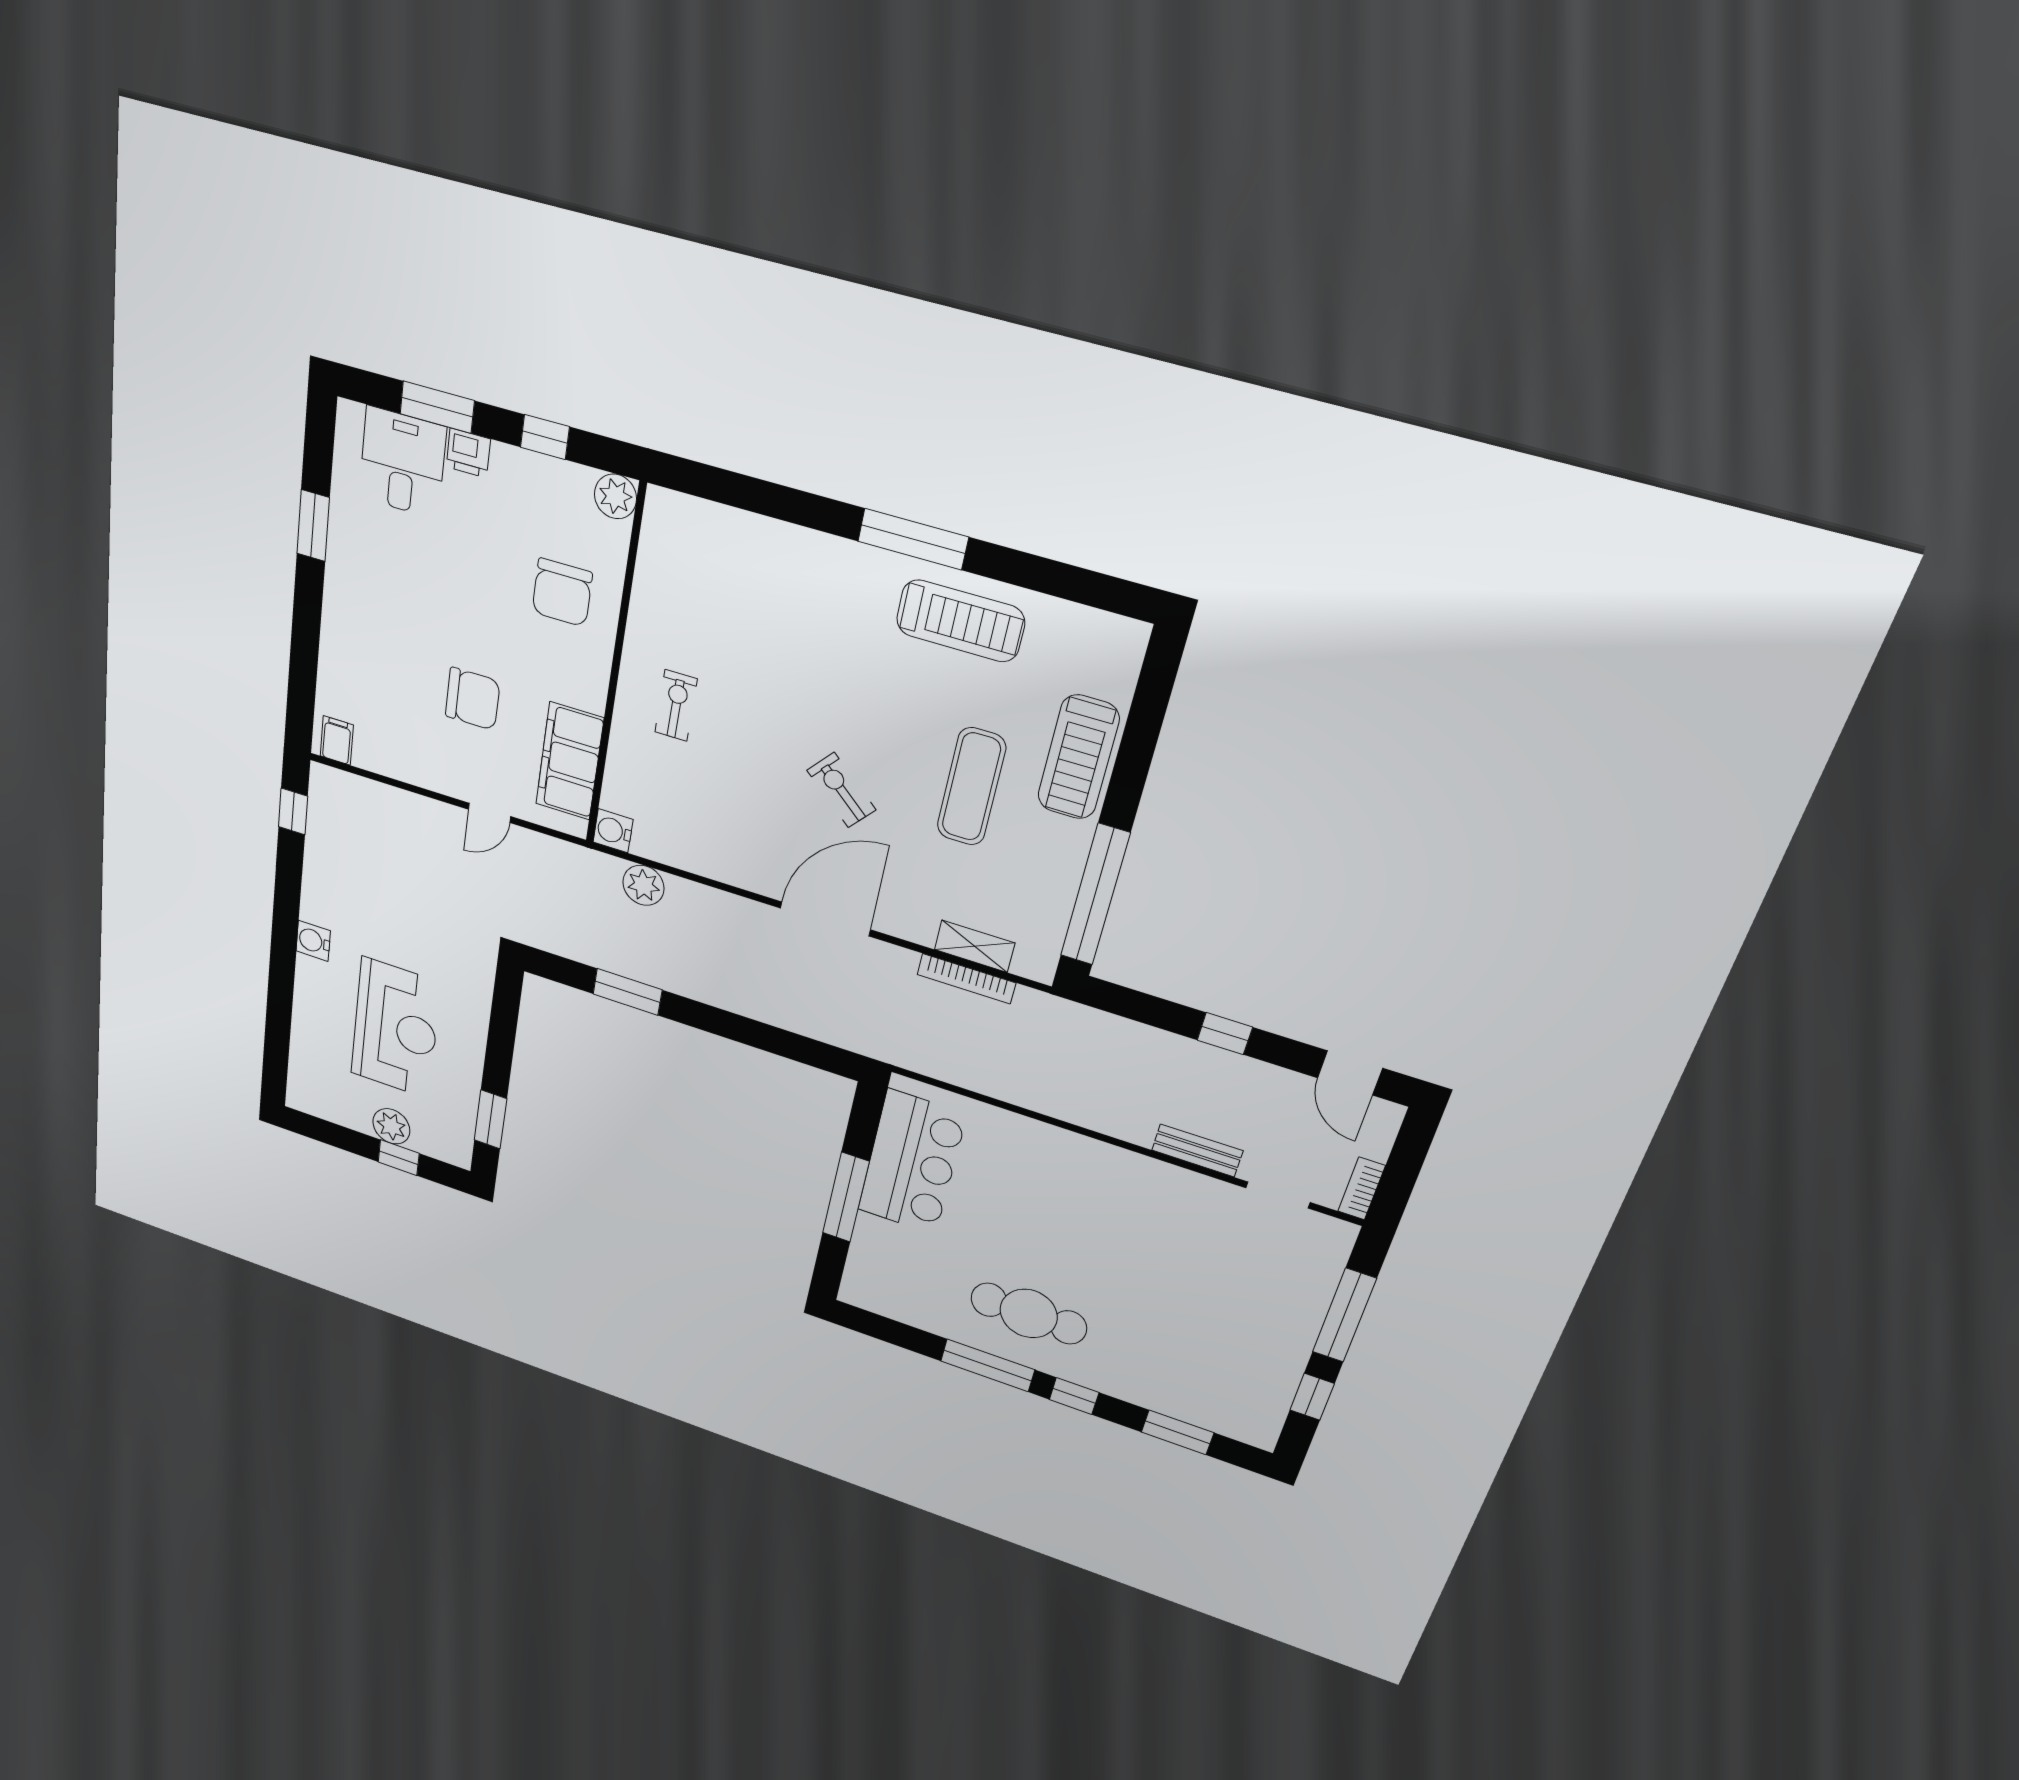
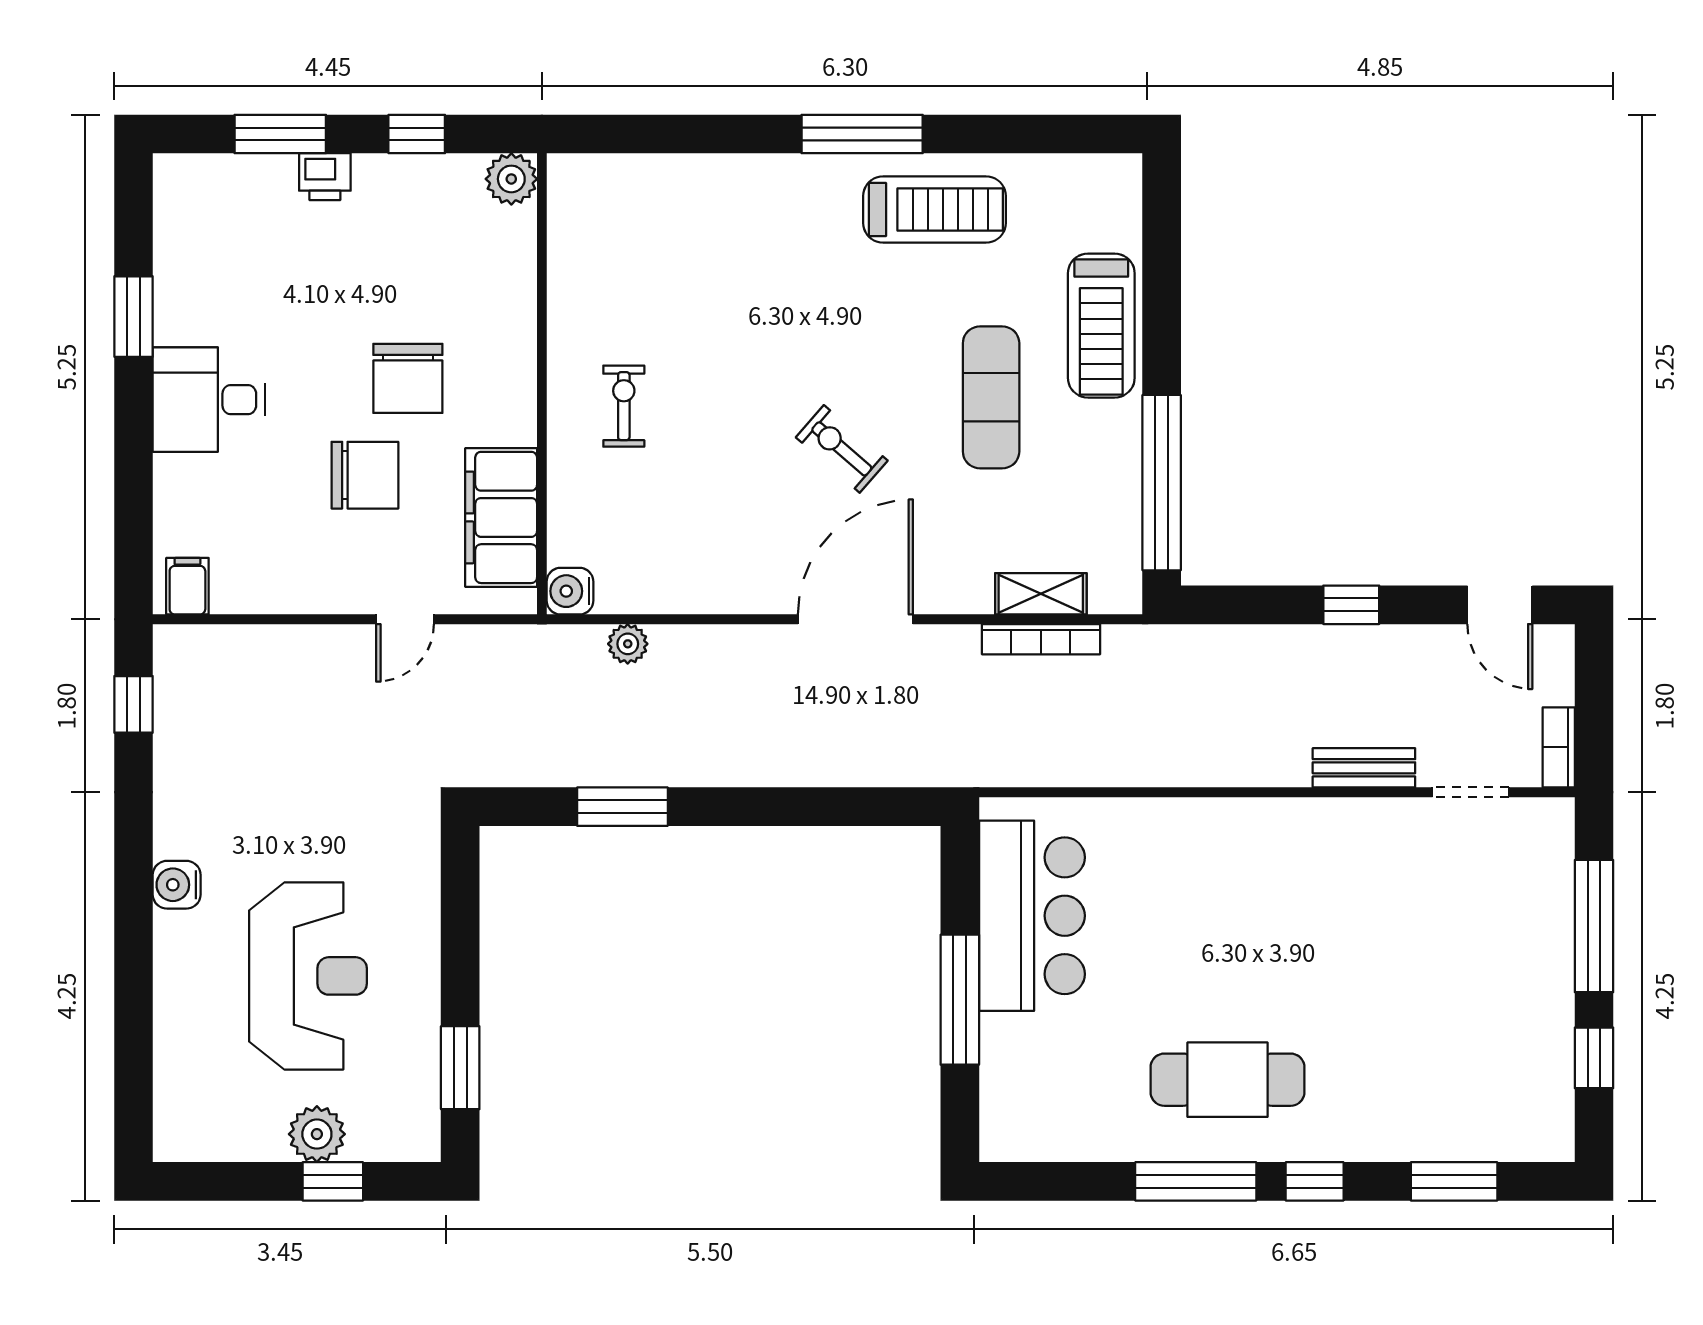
desk: (402, 463) -> (209, 400), moved, turned -90
chair: (562, 592) -> (408, 378), moved
plant: (643, 885) -> (628, 644), width x0.73, depth x0.73

